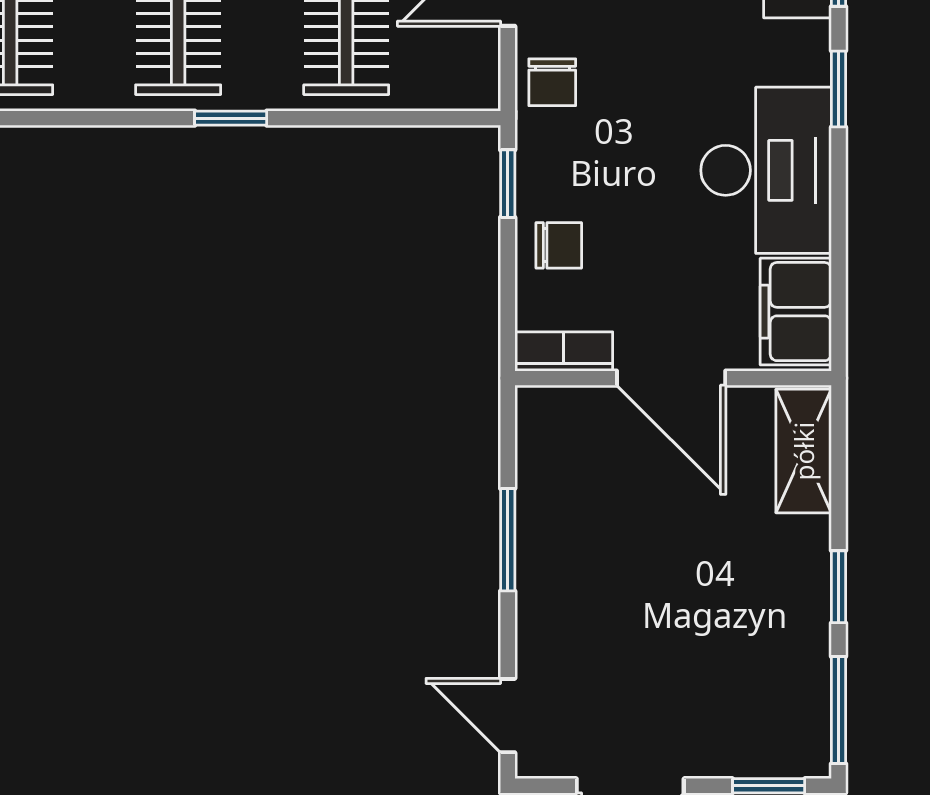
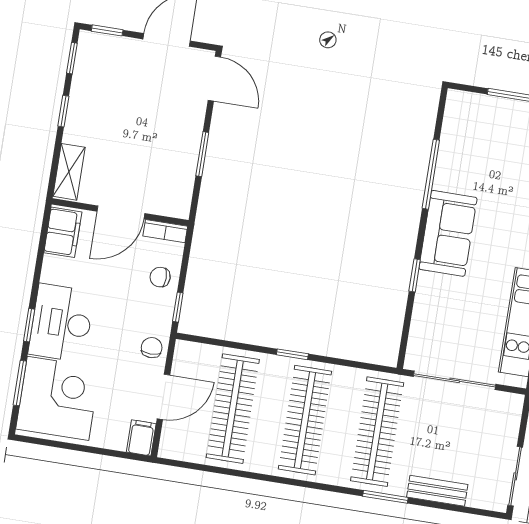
desk: (766, 170) -> (61, 323), moved
door: (671, 378) -> (121, 212), swing flipped
window: (839, 710) -> (72, 58), width x0.67
door: (508, 716) -> (214, 79), width x1.38

